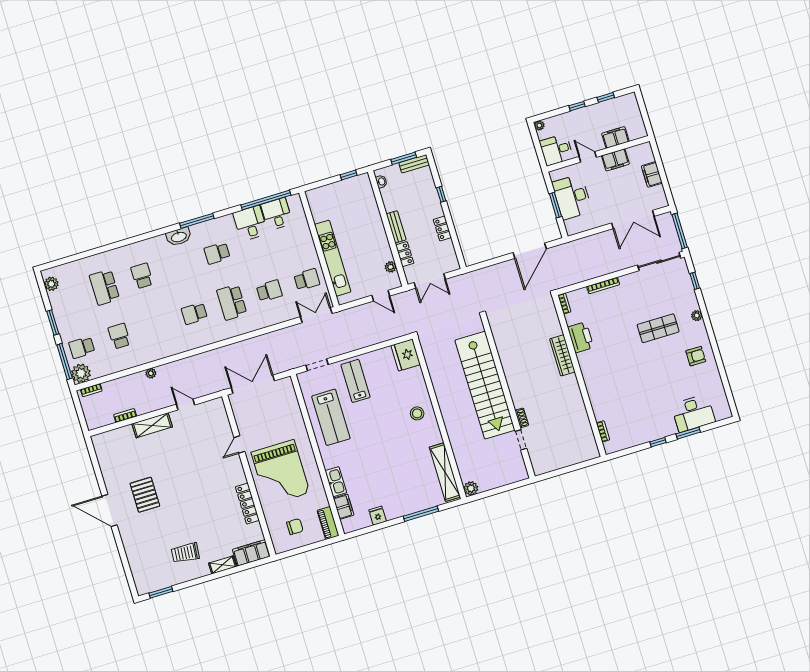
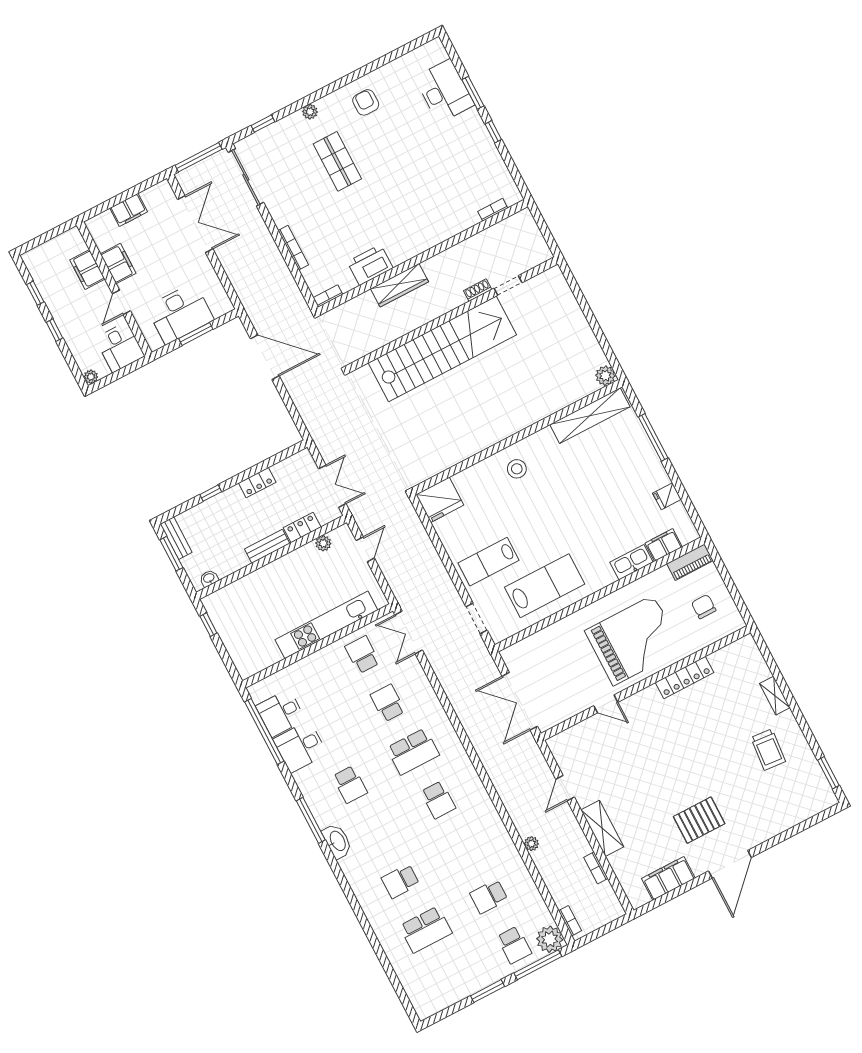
plant: (51, 284) -> (435, 1003), removed
stairs: (485, 385) -> (442, 349), moved
wall: (508, 397) -> (453, 314), moved
shoe rack: (522, 418) -> (478, 290), moved
doorway: (521, 440) -> (508, 286), moved
filing cabinet: (251, 553) -> (668, 878), moved, turned 90

